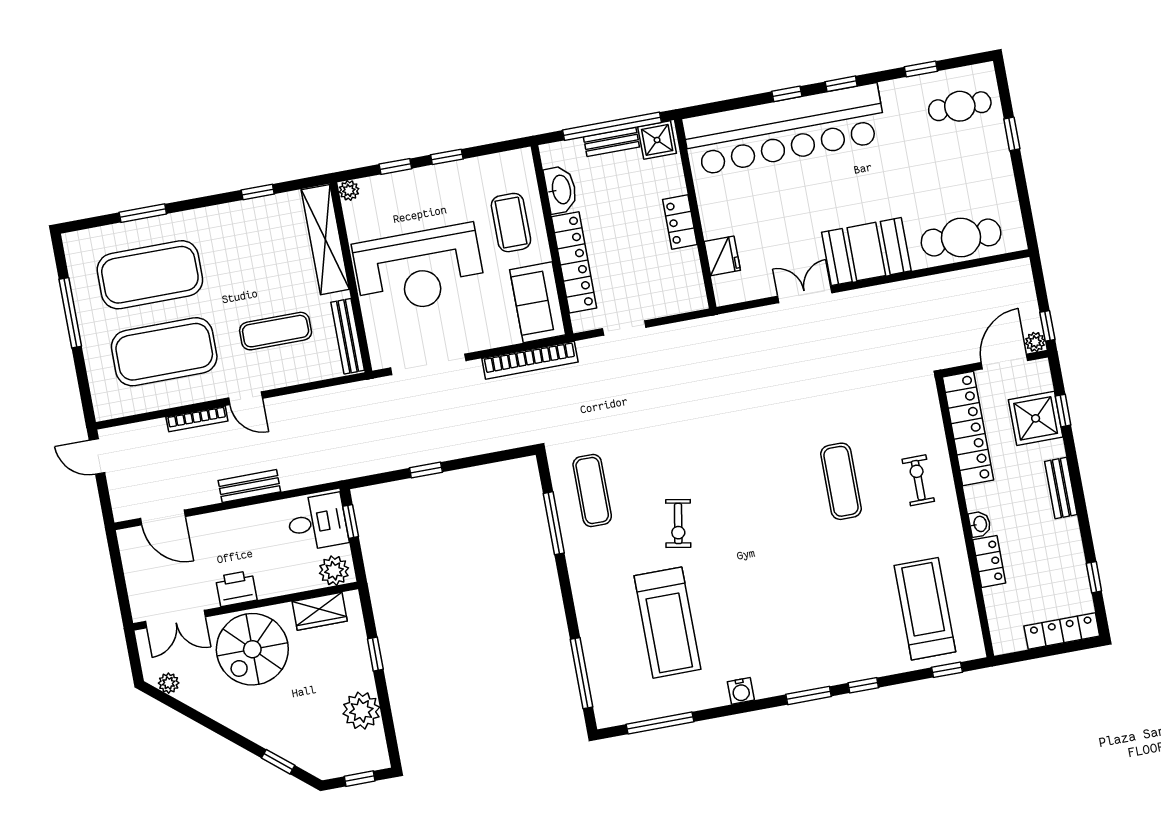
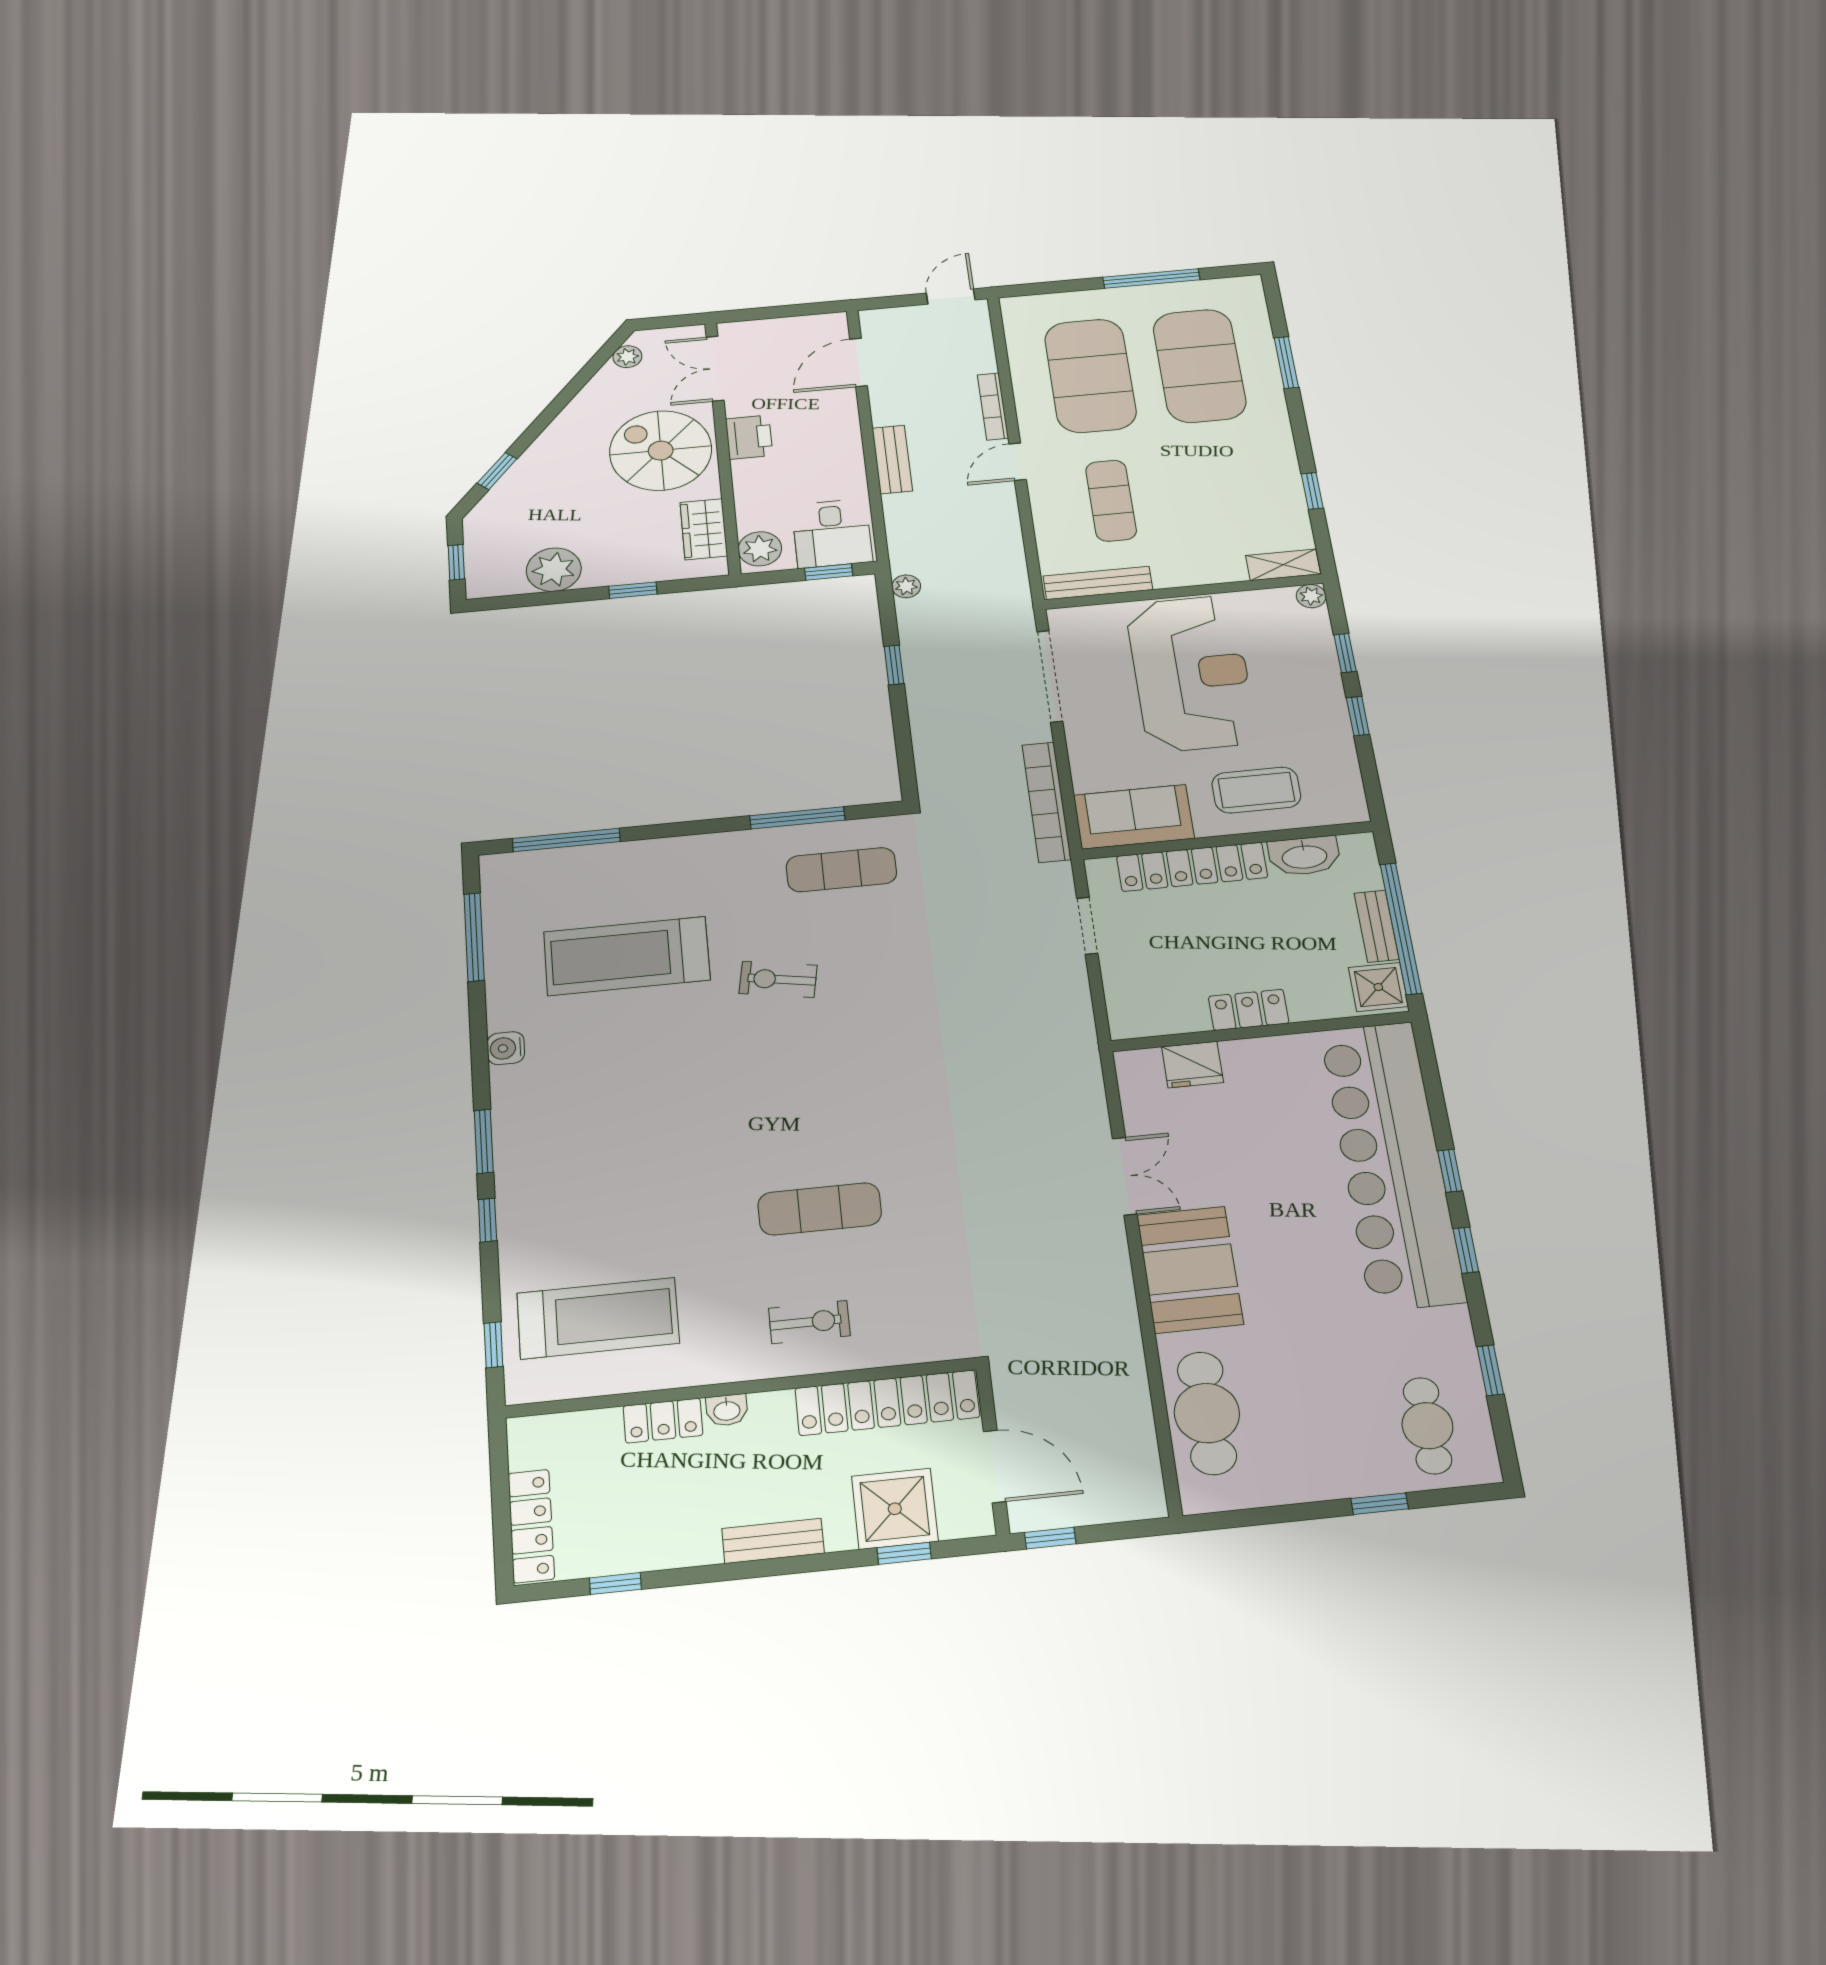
shelving: (325, 240) -> (1283, 565), width x0.45, depth x0.75
reception desk: (419, 270) -> (1191, 673), turned 180
plant: (1035, 342) -> (906, 586), moved

